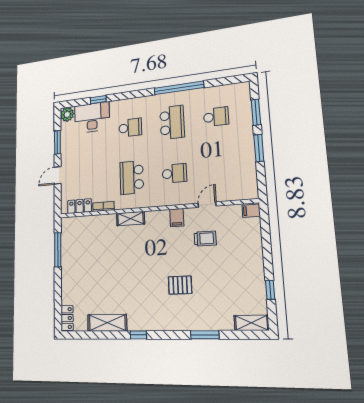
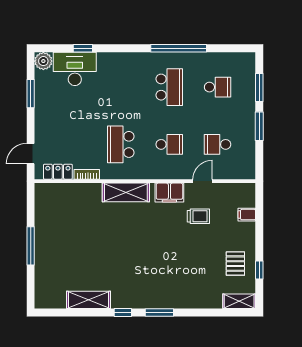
school desk: (130, 128) -> (218, 144), moved, turned 180
door: (58, 175) -> (31, 154), moved
filing cabinet: (251, 211) -> (247, 215), moved
filing cabinet: (177, 218) -> (169, 193), width x2.00
shelving: (131, 219) -> (126, 192), width x1.50, depth x1.33
window: (58, 250) -> (31, 246), moved
pallet: (180, 285) -> (235, 264), moved, turned 90
locker: (67, 318) -> (42, 294), removed
window: (205, 335) -> (159, 312), moved

